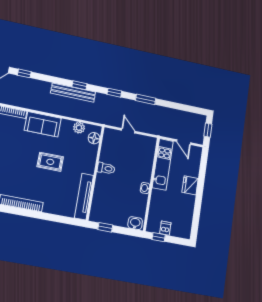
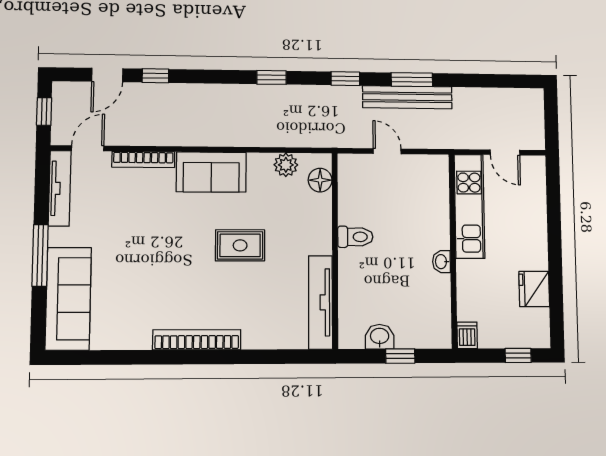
bench: (73, 93) -> (407, 97), moved
window: (208, 130) -> (551, 118), removed
fridge: (190, 185) -> (534, 289), moved
washbasin: (135, 223) -> (380, 337), moved
window: (105, 227) -> (400, 356), moved
dishwasher: (165, 228) -> (467, 335), moved
window: (159, 237) -> (518, 355), moved

